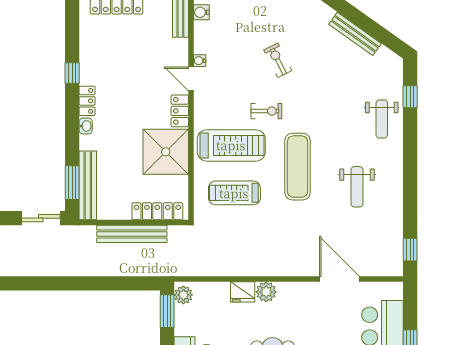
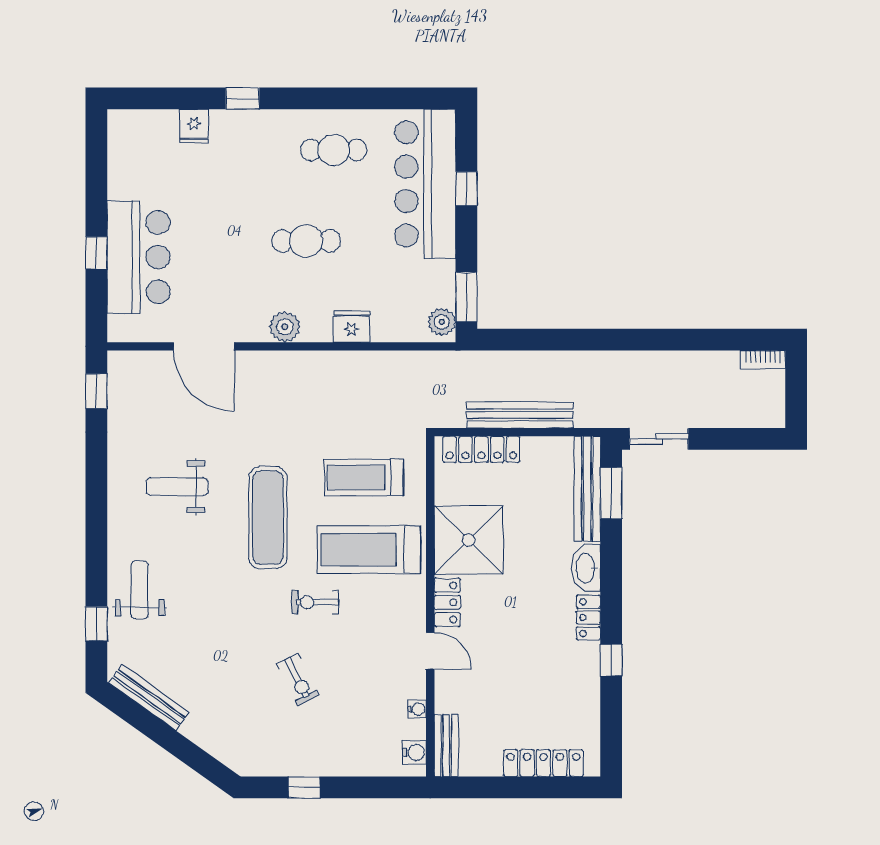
bench: (355, 34) -> (149, 697), moved
water cooler: (200, 61) -> (417, 709), moved
washbasin: (86, 126) -> (586, 568), width x1.91, depth x1.45
weight bench: (357, 187) -> (177, 487), turned -90
treadmill: (234, 193) -> (364, 477), turned 180
plant: (266, 292) -> (285, 327), moved

